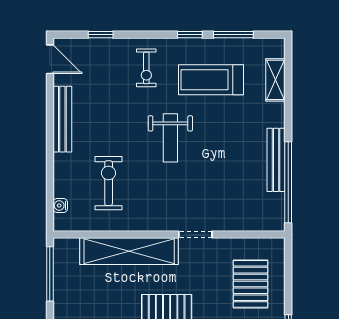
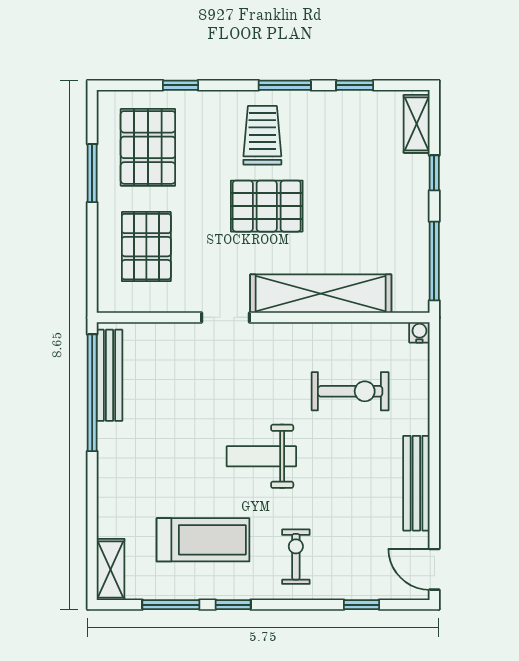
shelving: (275, 80) -> (110, 569), moved
weight bench: (170, 138) -> (261, 456), turned -90
bench: (276, 160) -> (109, 375), moved
exercise bike: (109, 183) -> (350, 391), turned -90
water cooler: (60, 205) -> (419, 332), moved, turned -90

